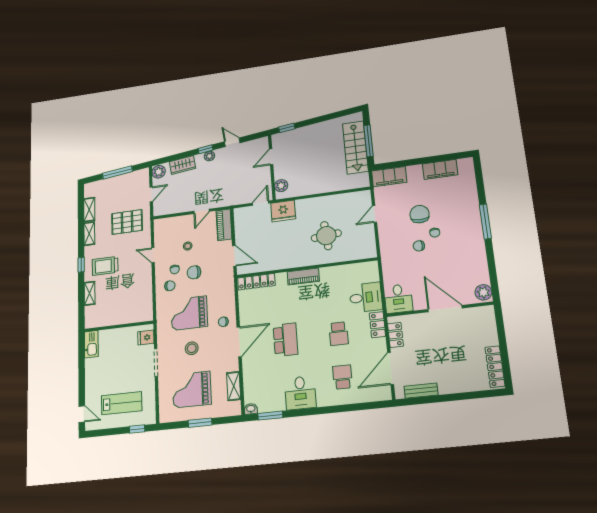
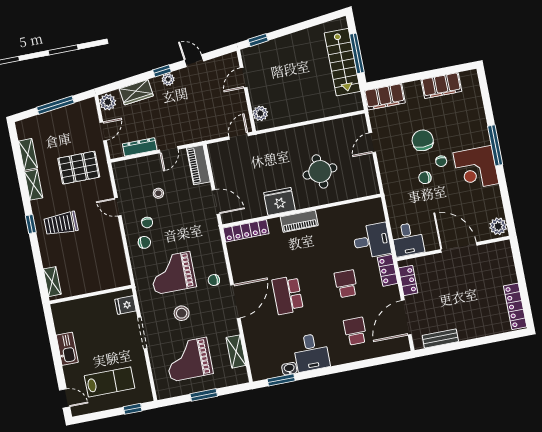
dresser: (178, 208) -> (140, 147), added
fridge: (283, 211) -> (279, 201), moved, turned 180
corner desk: (466, 240) -> (476, 168), added
chair: (194, 272) -> (171, 224), removed
shelving: (90, 293) -> (52, 282), moved
school desk: (339, 334) -> (346, 284), turned 180
school desk: (286, 340) -> (288, 295), turned 180
kitchen sink: (91, 344) -> (67, 349), moved
washbasin: (251, 409) -> (289, 369), moved

